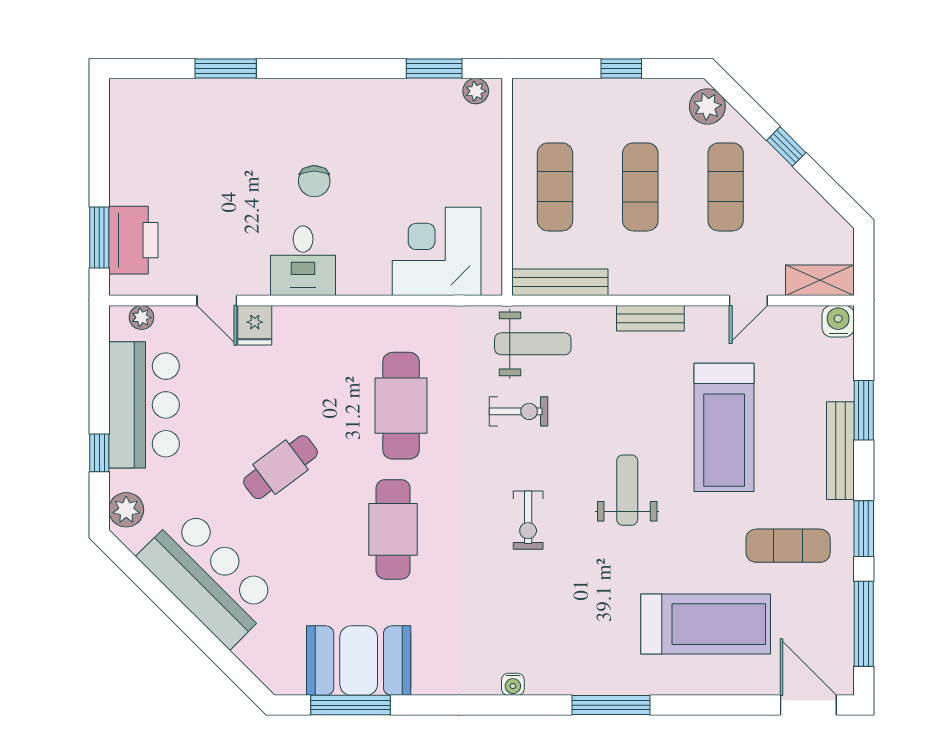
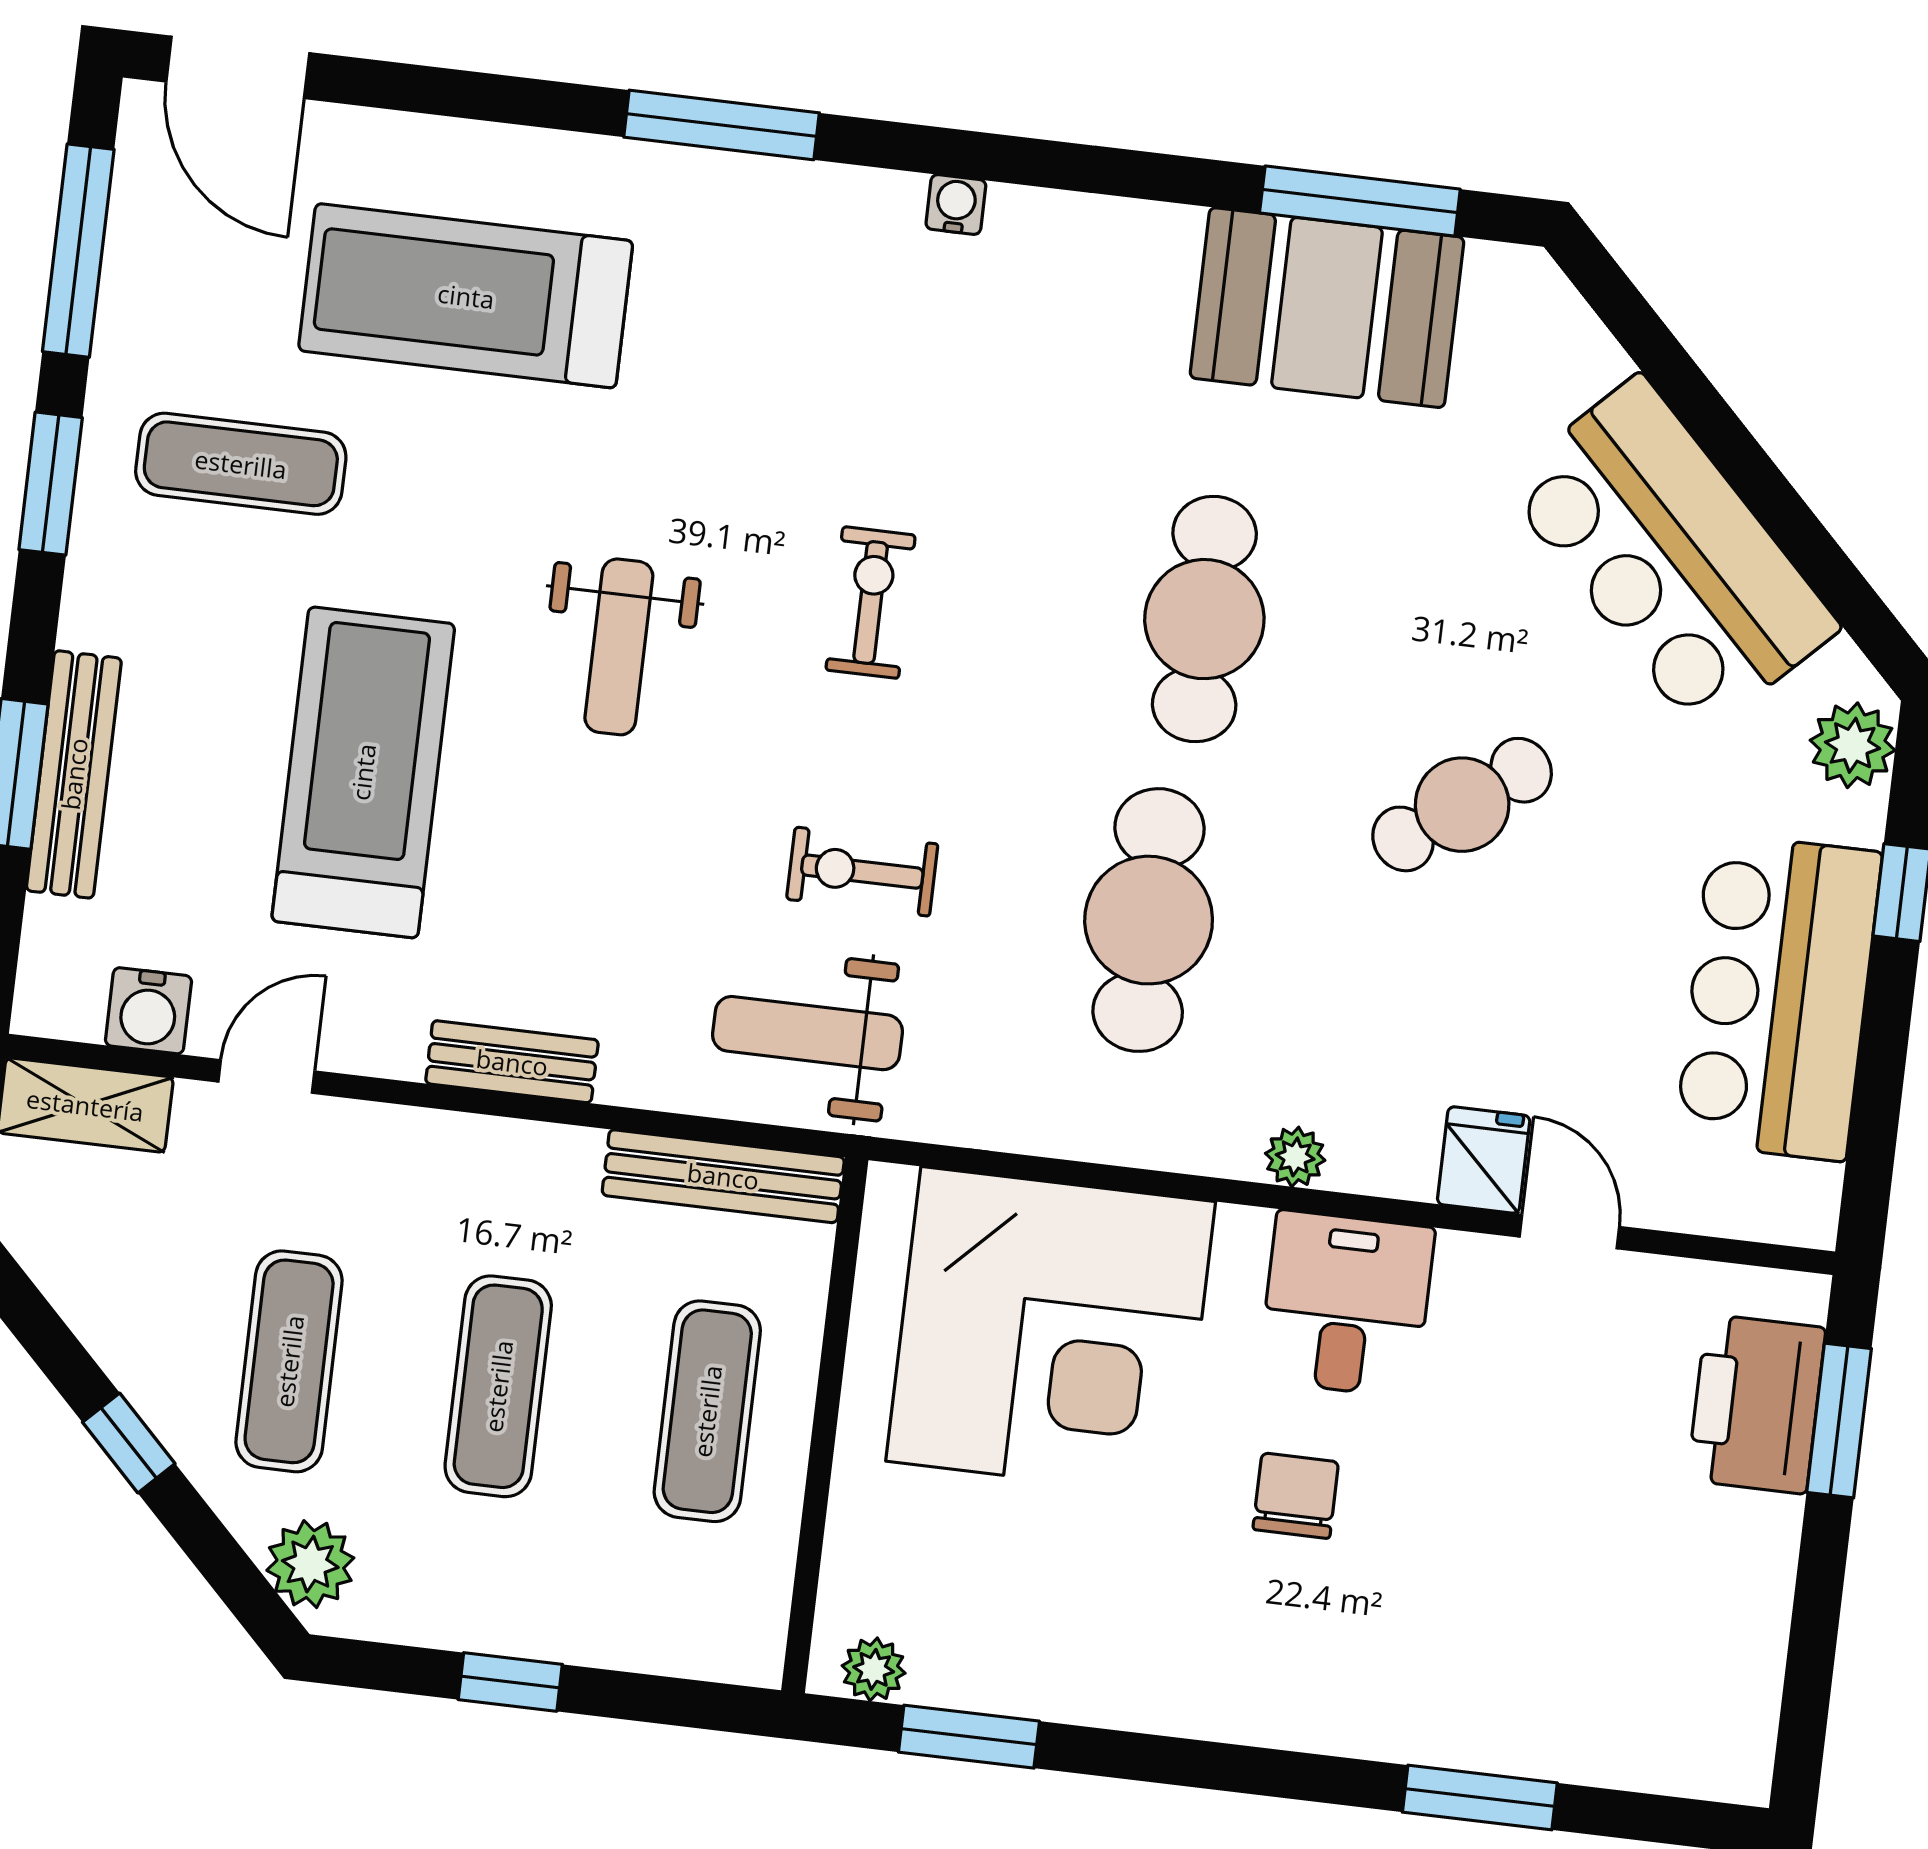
corner desk: (437, 251) -> (1051, 1331), width x1.36, depth x1.36
plant: (141, 317) -> (1295, 1157), moved
water cooler: (838, 321) -> (148, 1011), moved
bench: (840, 451) -> (74, 774), moved

